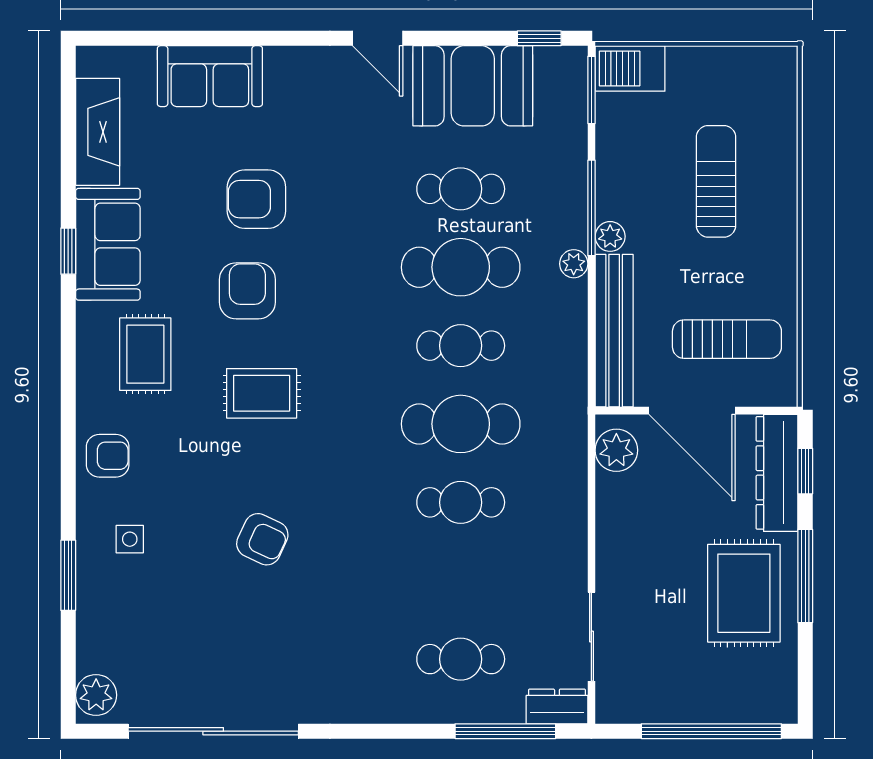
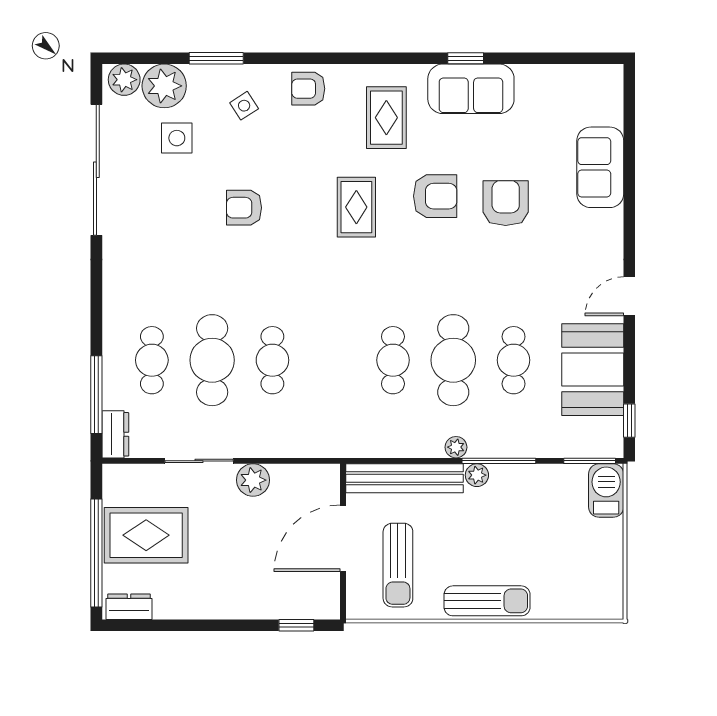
fireplace: (98, 132) -> (557, 81), removed
sun lounger: (716, 181) -> (487, 601), moved
rug: (145, 354) -> (386, 118), turned 90
cafe table: (461, 424) -> (212, 360), moved
plant: (616, 450) -> (253, 480), moved
armchair: (108, 456) -> (308, 89), turned 90
dresser: (777, 473) -> (129, 607), moved, width x0.51, depth x0.80
side table: (130, 539) -> (244, 106), turned -33
armchair: (262, 539) -> (244, 208), turned 65
window: (805, 576) -> (216, 625), removed
rug: (744, 593) -> (146, 535), moved
side table: (172, 627) -> (177, 138), added
sliding door: (591, 637) -> (199, 461), moved
plant: (104, 643) -> (164, 86), added

